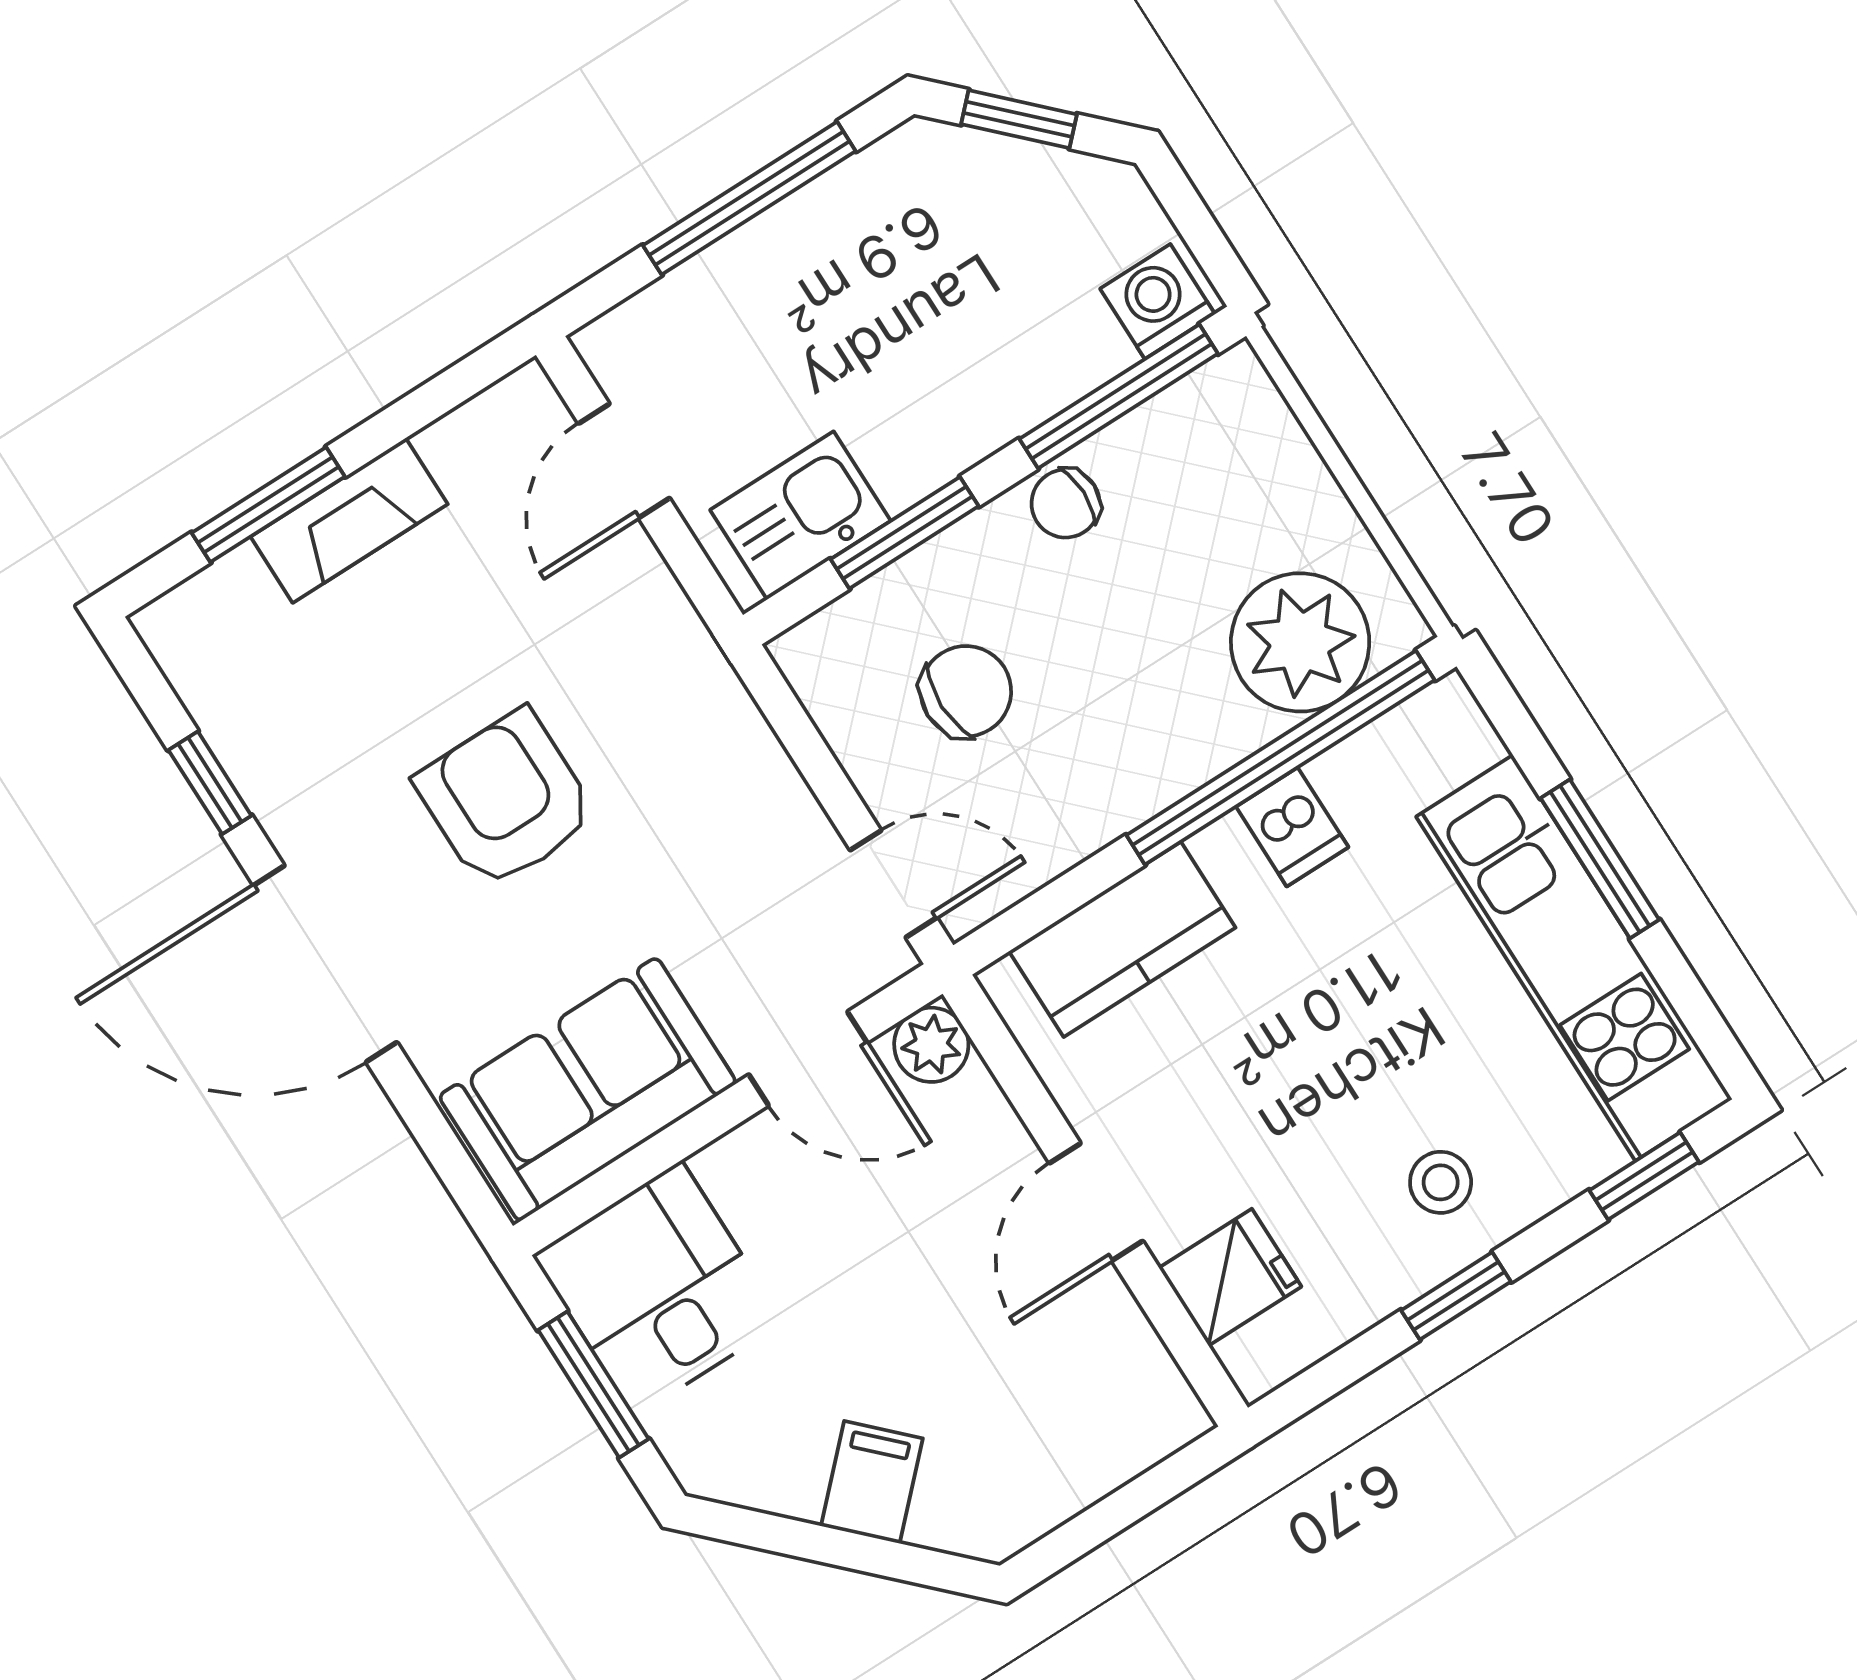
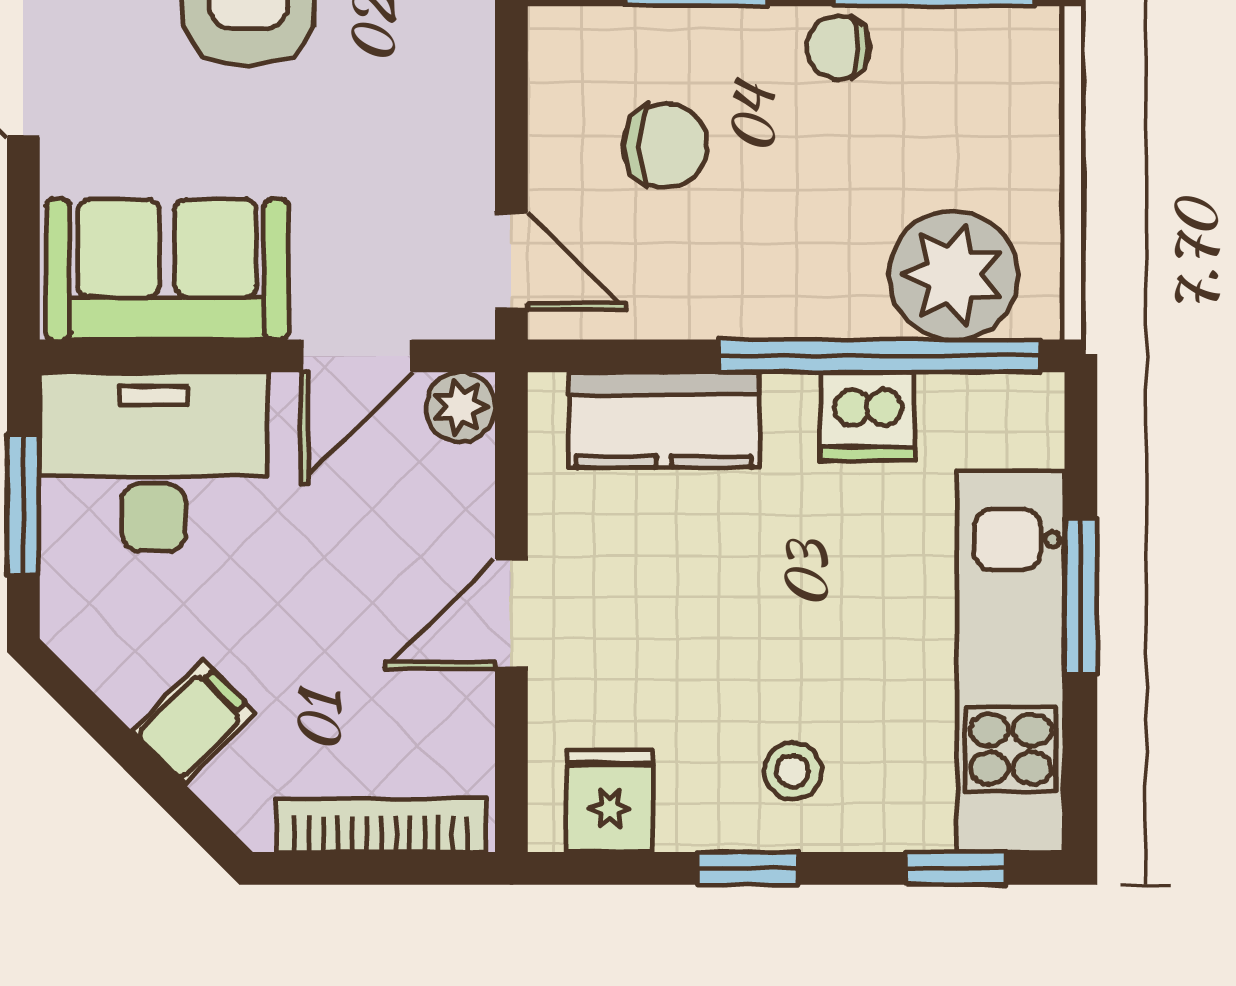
dishwasher: (1292, 827) -> (867, 416), width x1.38
door: (808, 1059) -> (356, 356), hinge flipped
fridge: (1230, 1277) -> (609, 801), moved, turned -90
desk: (658, 1288) -> (154, 462), width x1.37
bookcase: (1100, 1468) -> (381, 825), added

